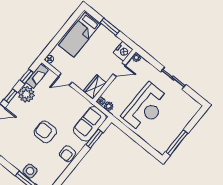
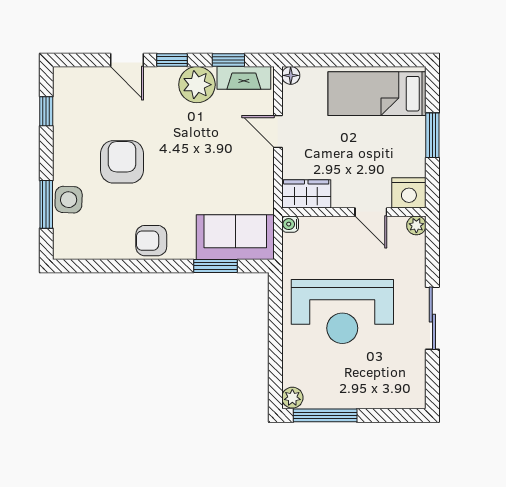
plant: (109, 106) -> (292, 398), moved
armchair: (45, 132) -> (122, 162), moved

